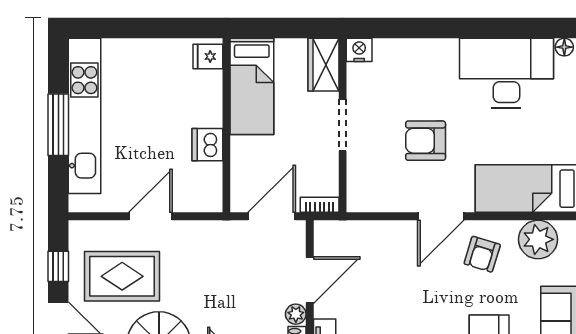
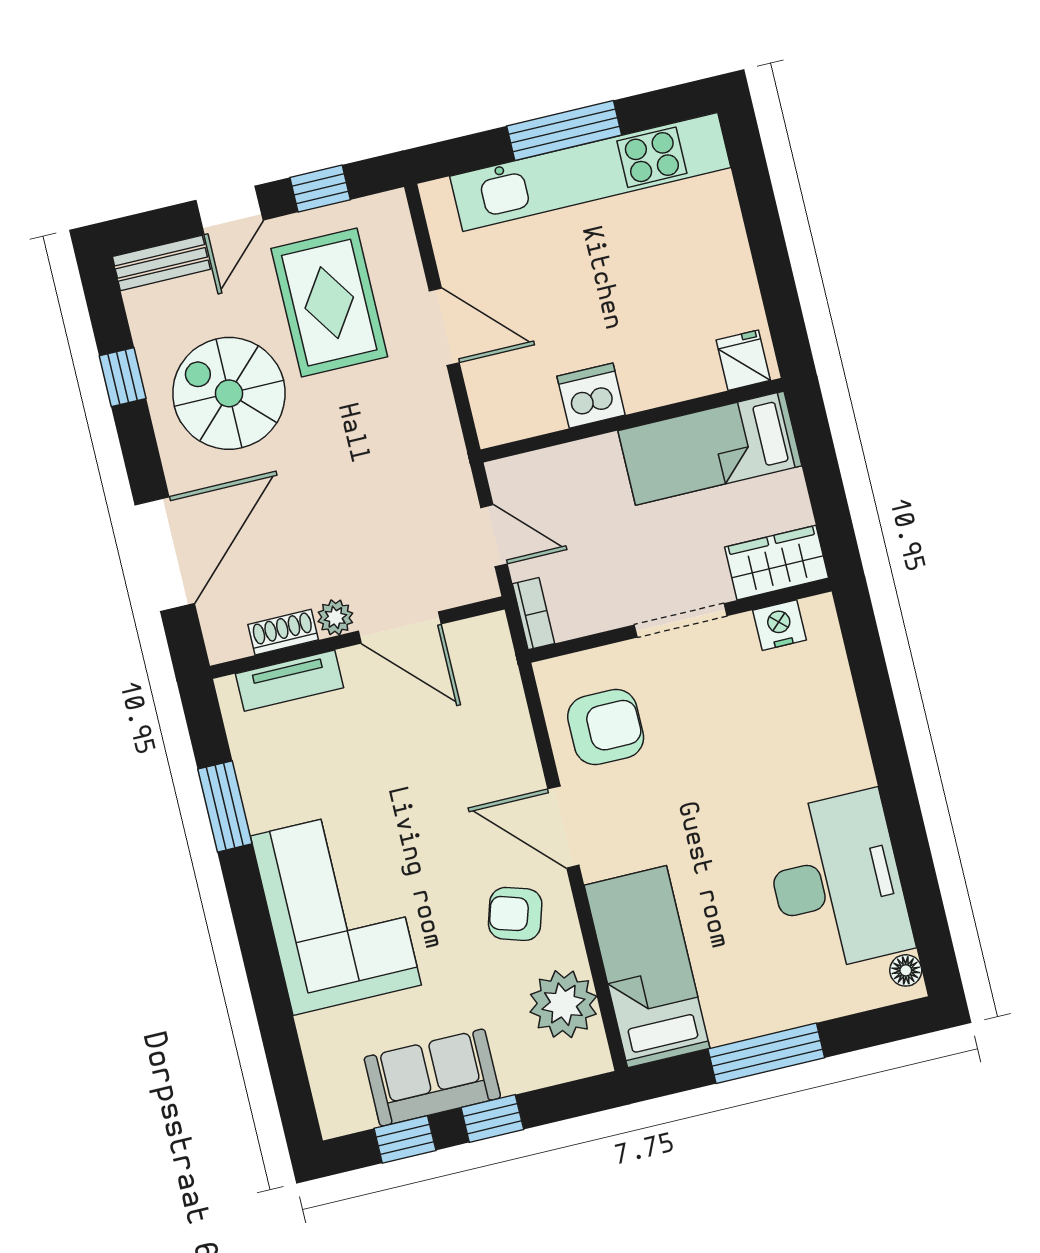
nightstand: (359, 50) -> (780, 625), moved, turned -90
armchair: (426, 141) -> (606, 727), moved, turned 90
door: (272, 216) -> (494, 536), width x0.73

